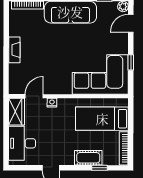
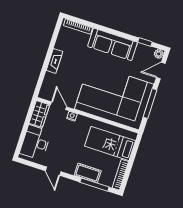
window: (131, 62) -> (150, 104), width x2.17
corner sofa: (100, 74) -> (114, 97), width x1.36, depth x1.36
door: (34, 96) -> (59, 106), hinge flipped
window: (100, 168) -> (94, 185), width x2.17

